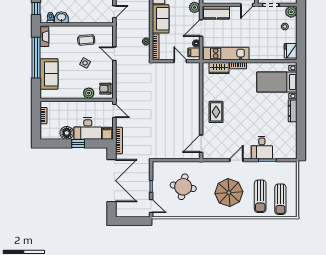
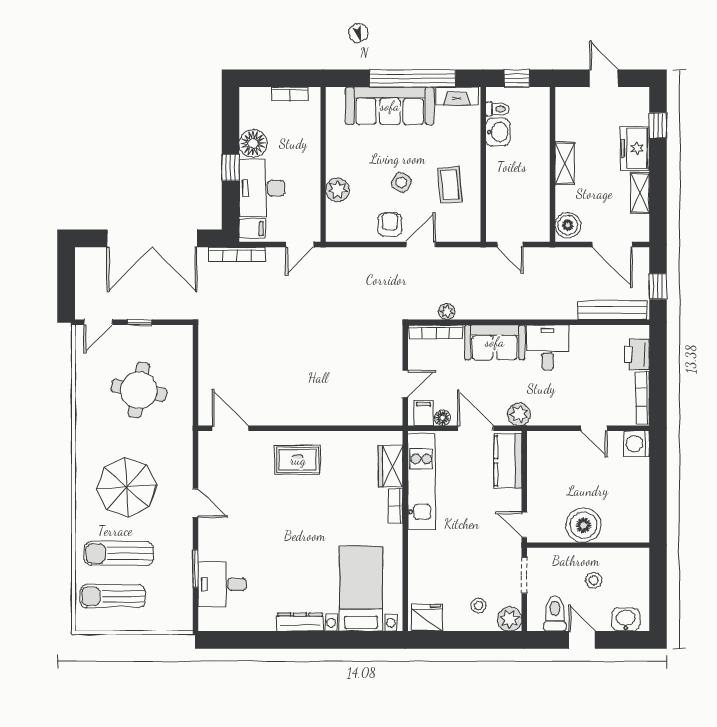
sofa: (49, 74) -> (390, 106), width x1.36
armchair: (105, 89) -> (390, 225), moved
desk: (262, 148) -> (222, 584), moved

